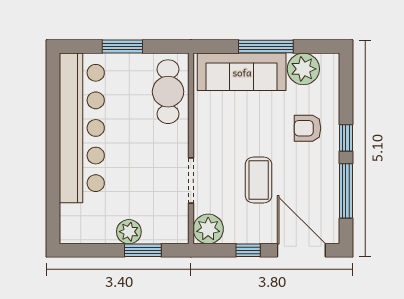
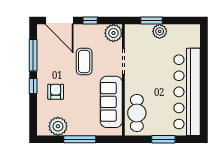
sofa: (242, 72) -> (111, 102), moved, turned -90
armchair: (307, 128) -> (56, 92), turned -90

